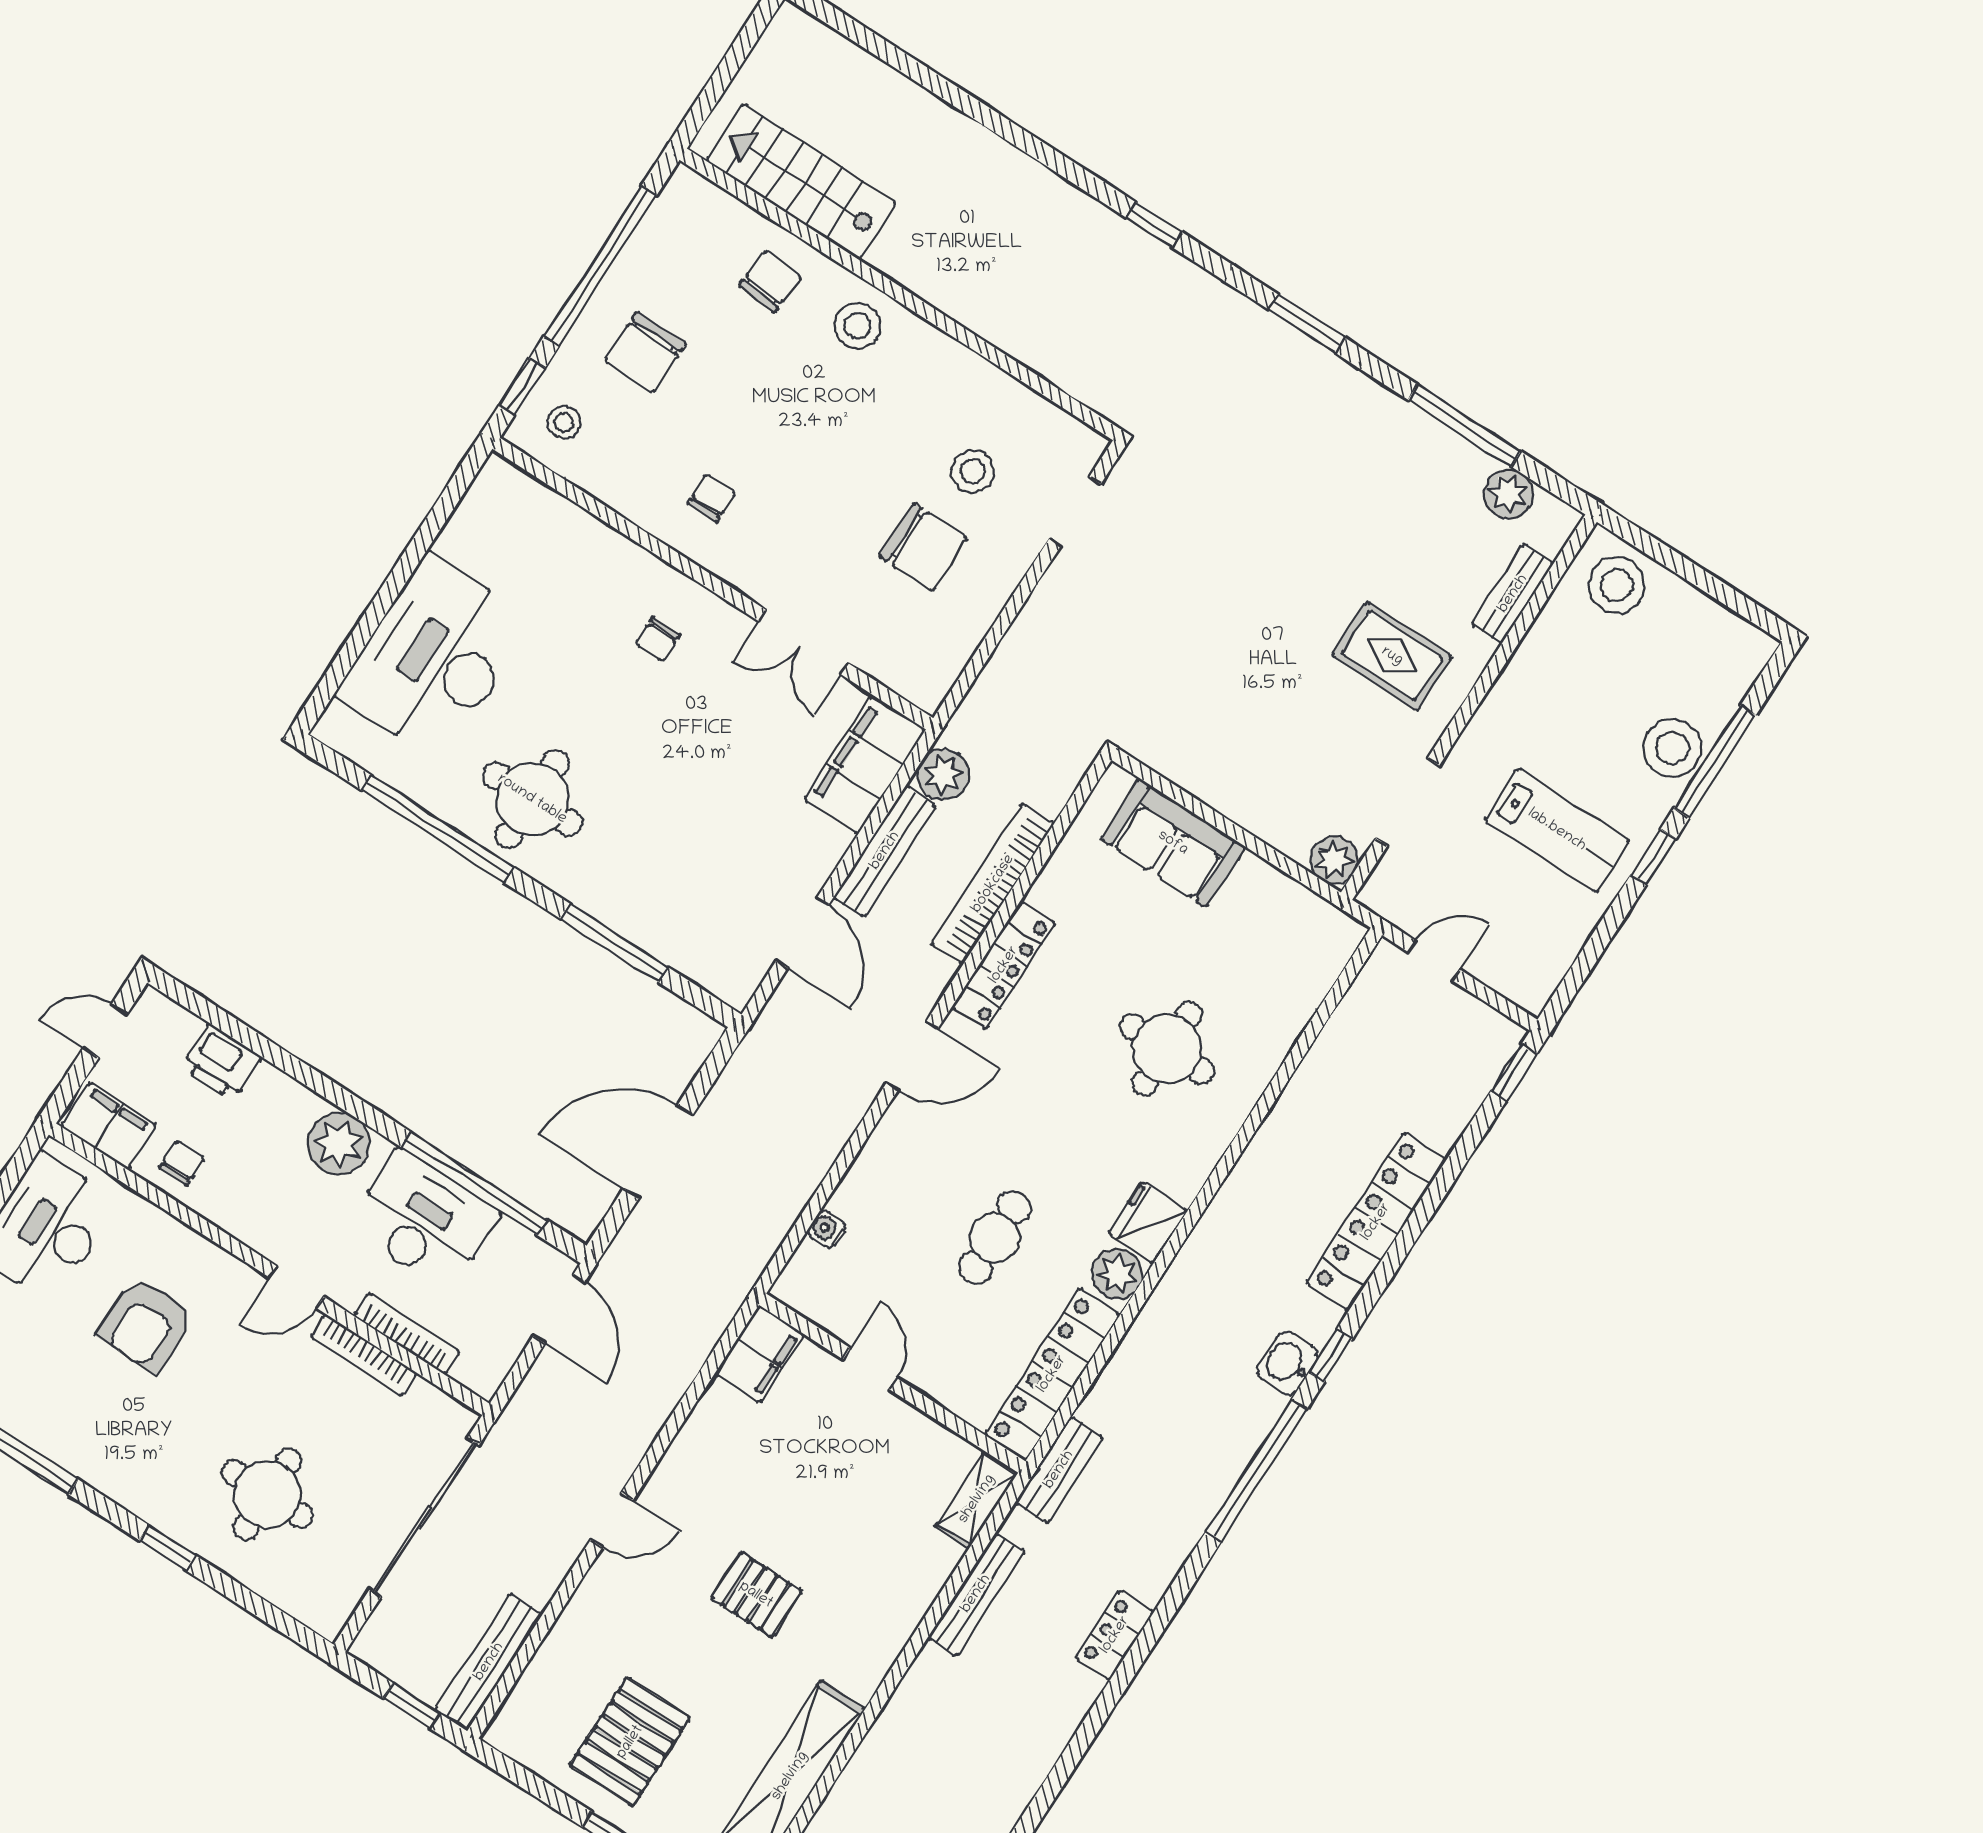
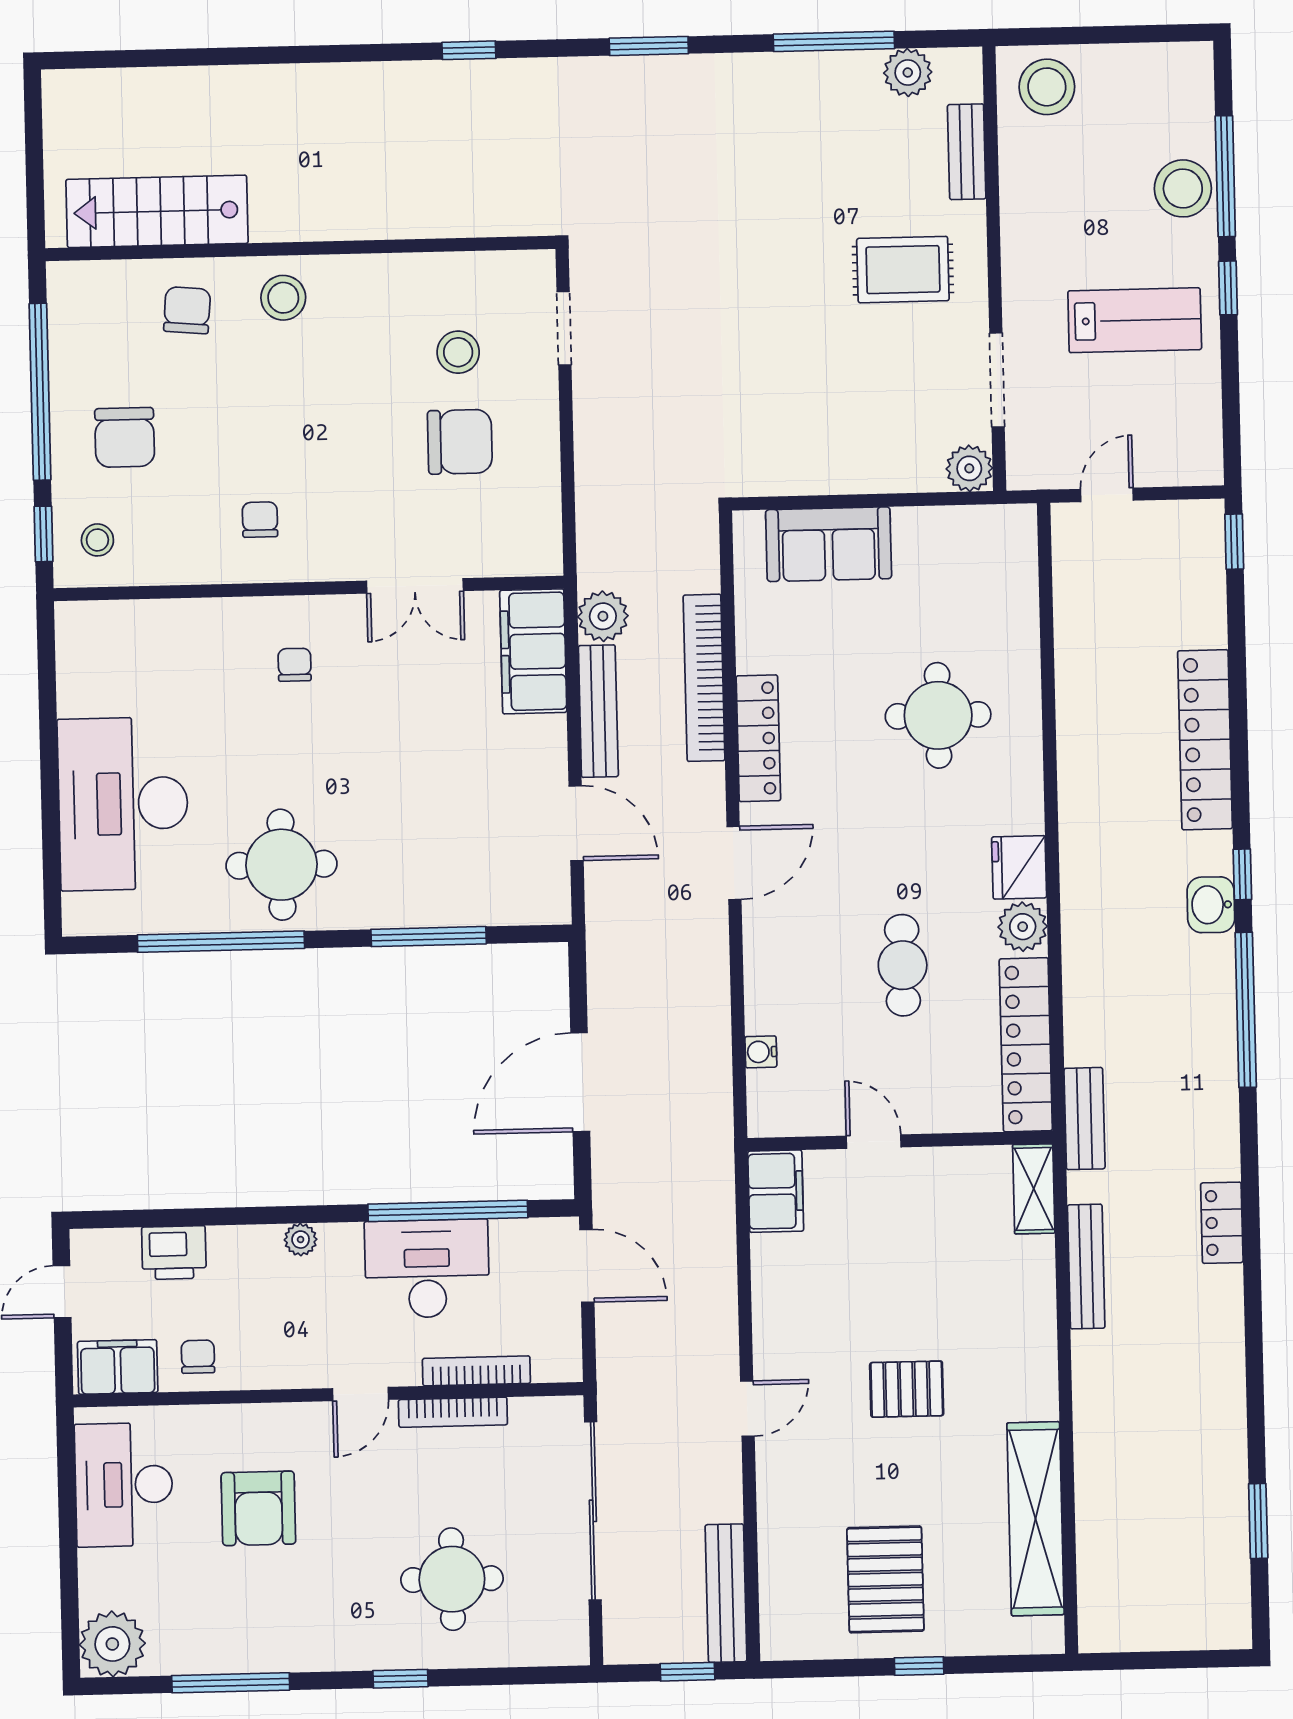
chair: (658, 639) -> (295, 665), turned 180
plant: (339, 1144) -> (301, 1240), width x0.53, depth x0.53

